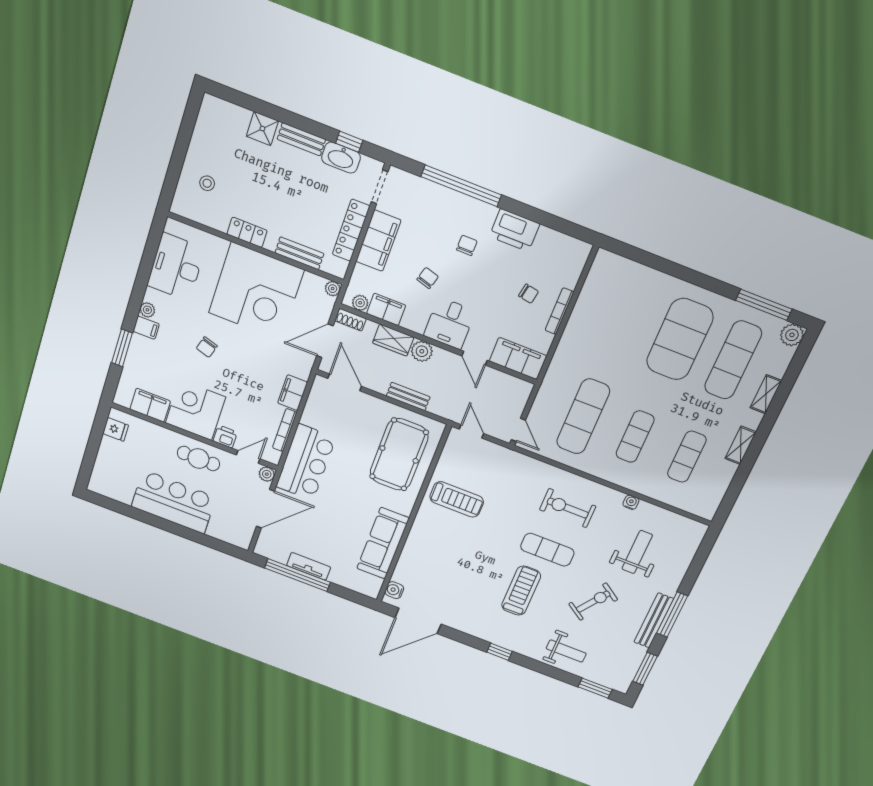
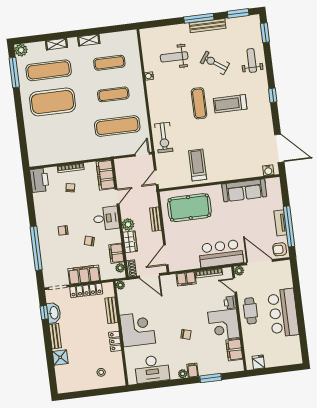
printer: (515, 230) -> (39, 180), moved
corner desk: (256, 291) -> (138, 329), width x0.74, depth x0.74
exercise bike: (568, 508) -> (164, 138), moved
armchair: (270, 545) -> (280, 249), added

